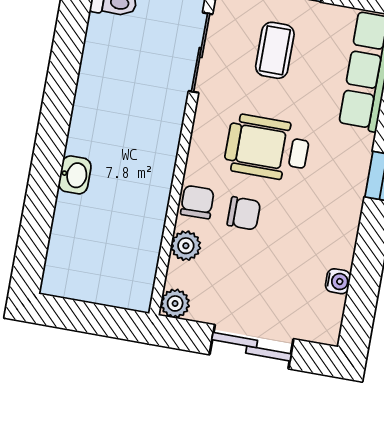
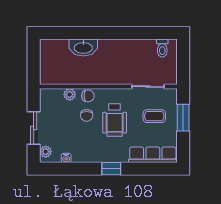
wheelchair: (267, 148) -> (115, 120), turned 180
washbasin: (75, 175) -> (83, 47), width x1.91, depth x1.45
plant: (175, 303) -> (46, 152), moved

